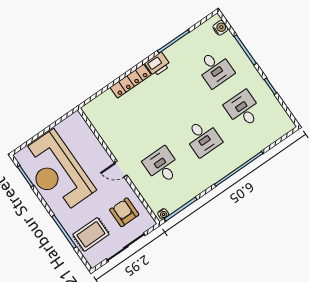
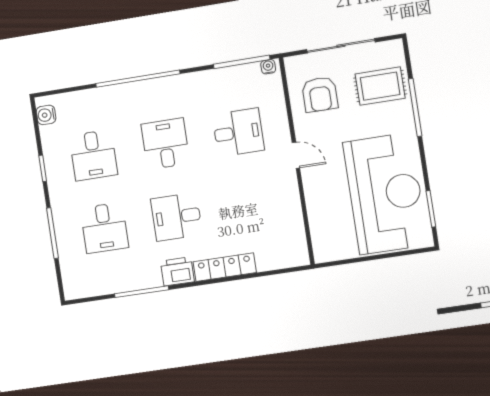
water cooler: (220, 28) -> (46, 115), moved
desk: (215, 69) -> (104, 228), turned 180
desk: (174, 97) -> (177, 217), added
desk: (162, 166) -> (238, 132), turned -90

